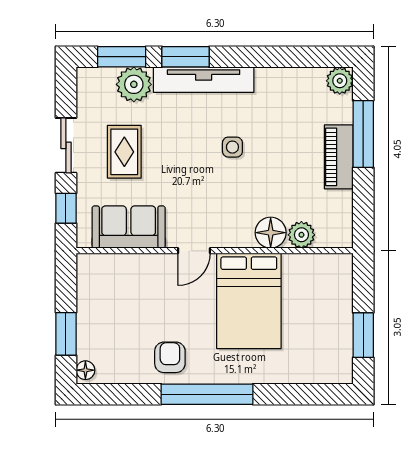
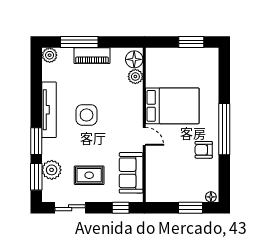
tv unit: (204, 80) -> (49, 110), moved
sliding door: (66, 145) -> (70, 208), moved
side table: (232, 147) -> (87, 115), width x1.87, depth x1.87
floor lamp: (271, 233) -> (134, 59), moved

